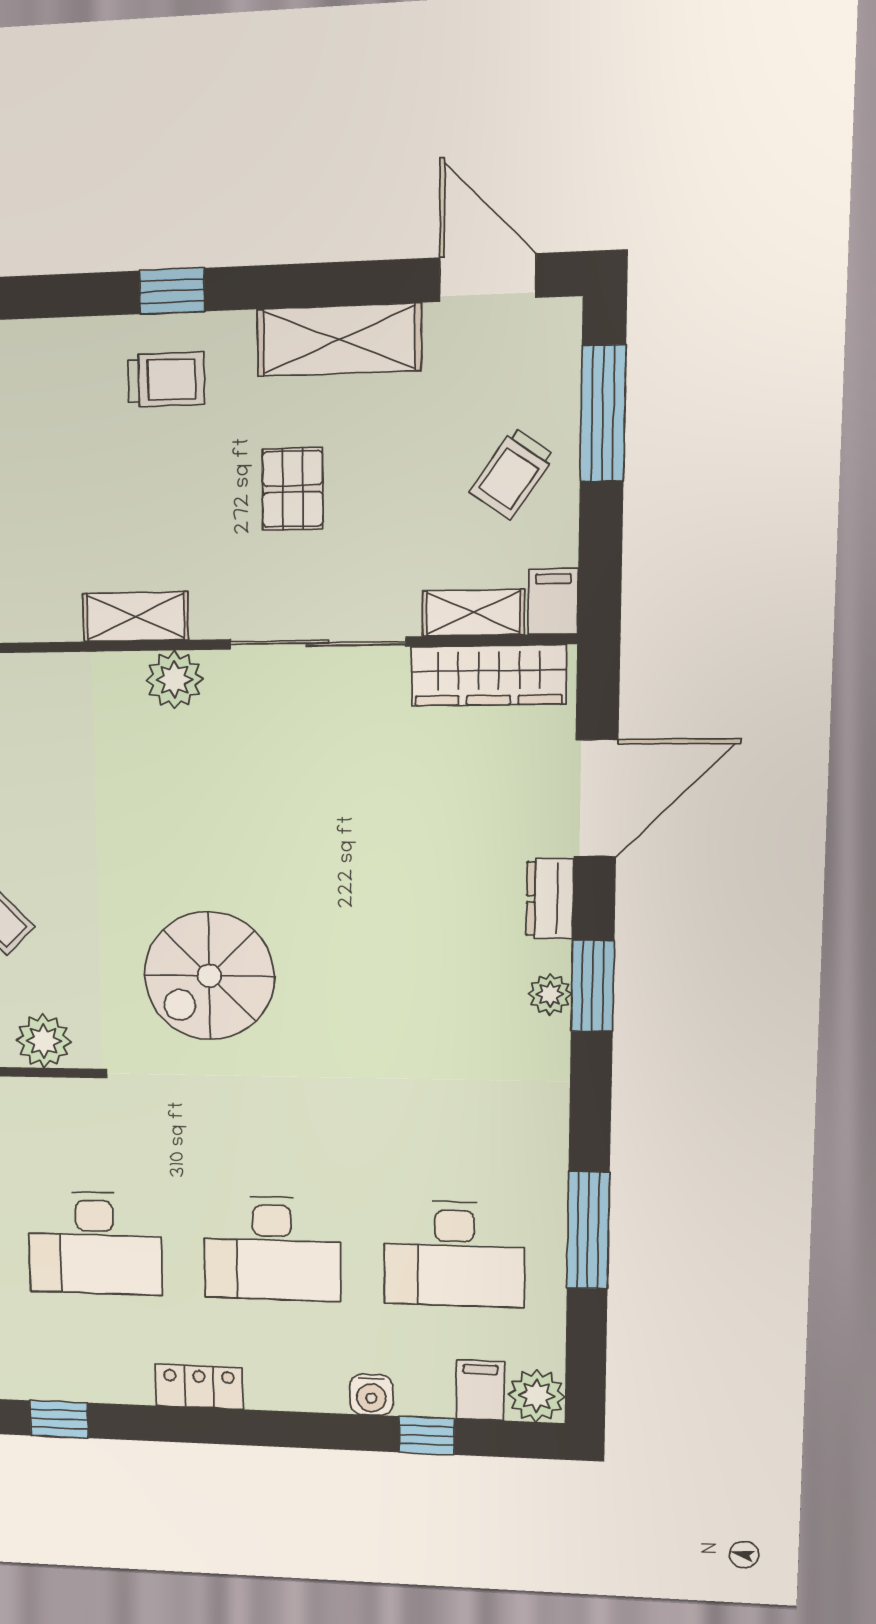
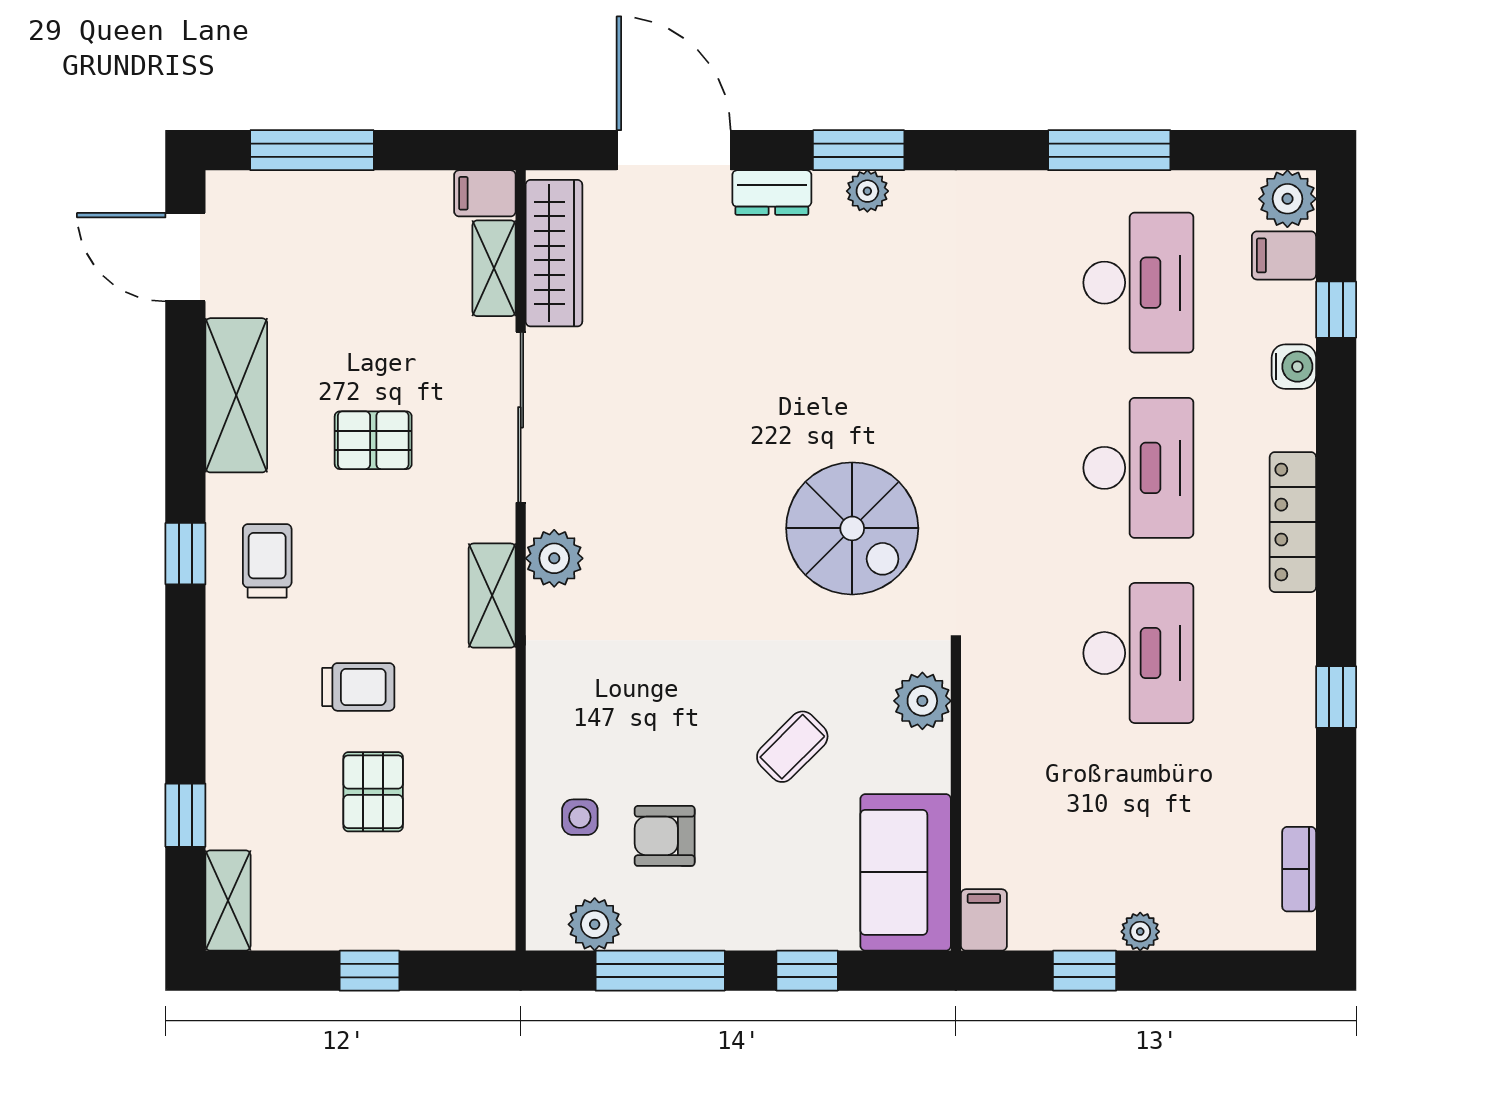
door: (488, 278) -> (185, 257), hinge flipped
trolley: (512, 474) -> (358, 687), moved, turned -35
locker: (199, 1387) -> (1293, 522), width x1.53

